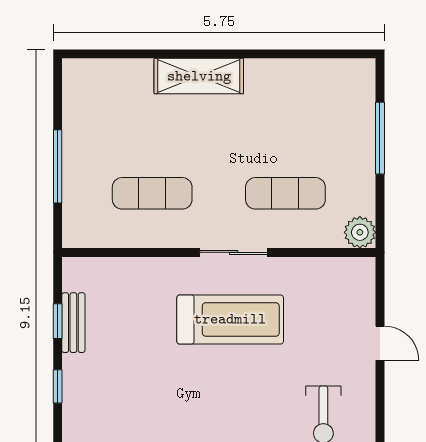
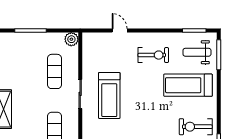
treadmill: (230, 319) -> (109, 96), turned 180
door: (380, 343) -> (120, 30), hinge flipped

